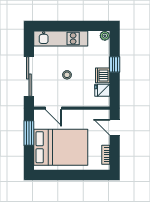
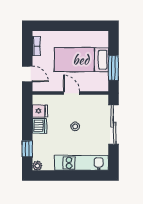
window: (115, 64) -> (27, 149), moved
door: (53, 108) -> (72, 93), moved
bed: (61, 147) -> (81, 60), width x0.67

